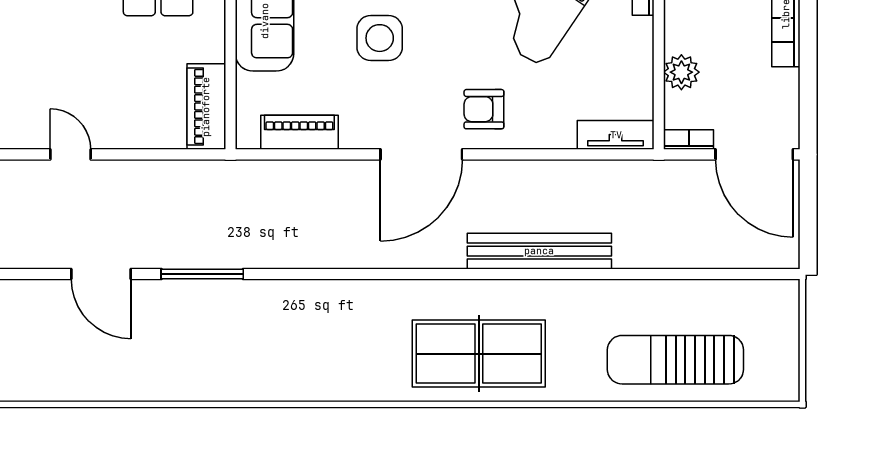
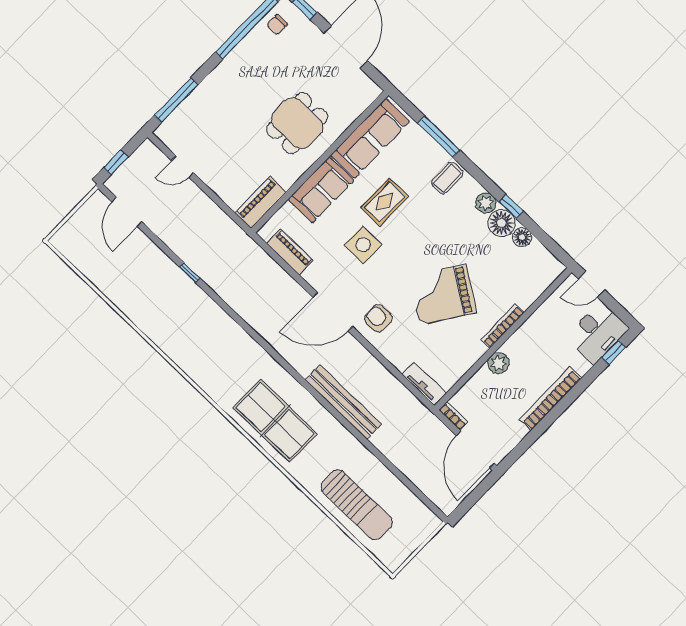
plant: (681, 72) -> (498, 363), moved
door: (71, 154) -> (183, 167), swing flipped
door: (101, 274) -> (127, 212), moved
window: (202, 274) -> (190, 272), width x0.46
sun lounger: (675, 360) -> (357, 505), turned 180

